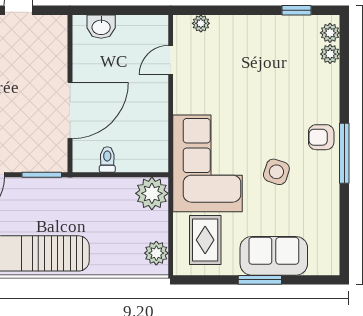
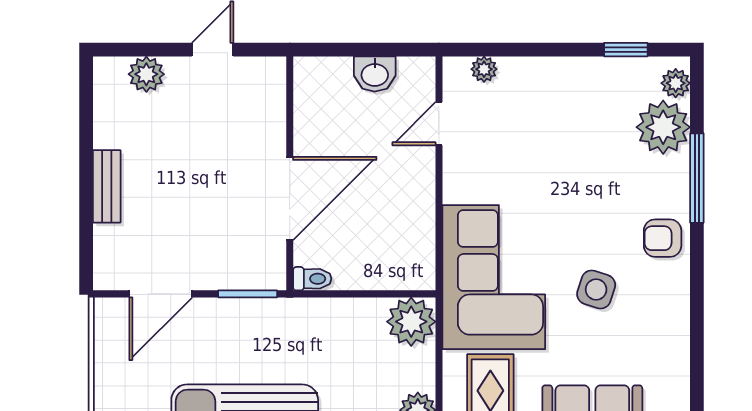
washbasin: (101, 27) -> (375, 74), moved
plant: (330, 54) -> (663, 127), width x1.87, depth x1.87
window: (344, 153) -> (697, 178), moved
toilet: (107, 160) -> (312, 279), moved, turned 90

